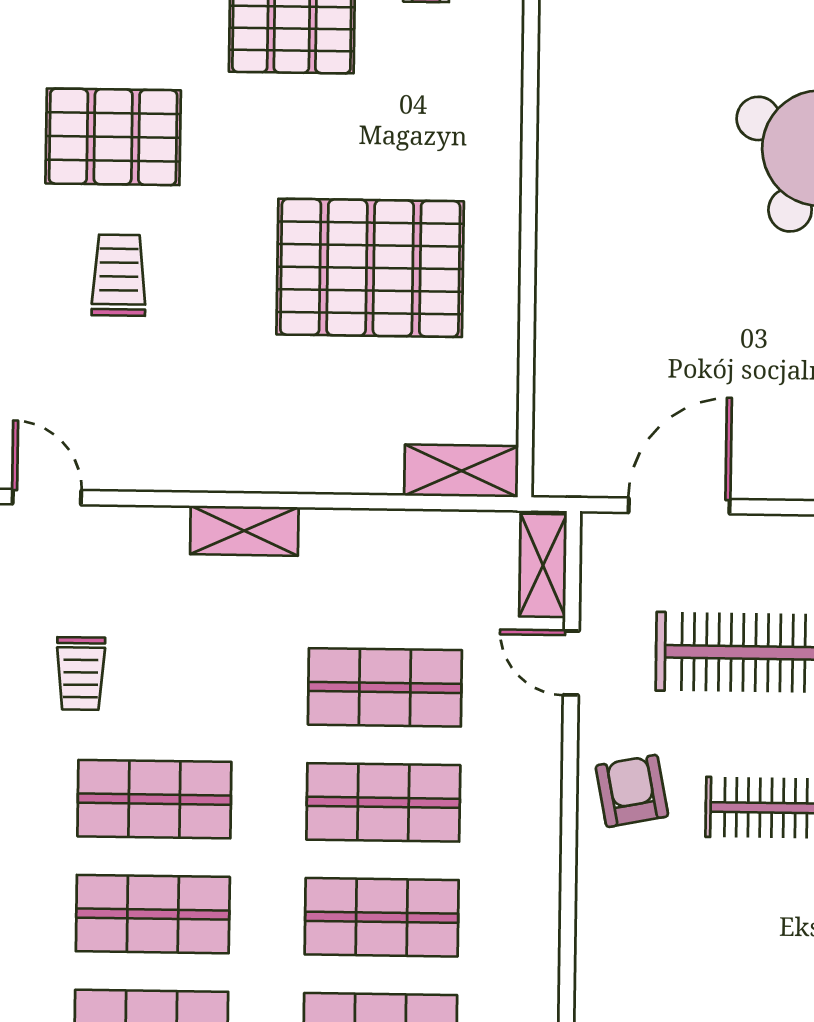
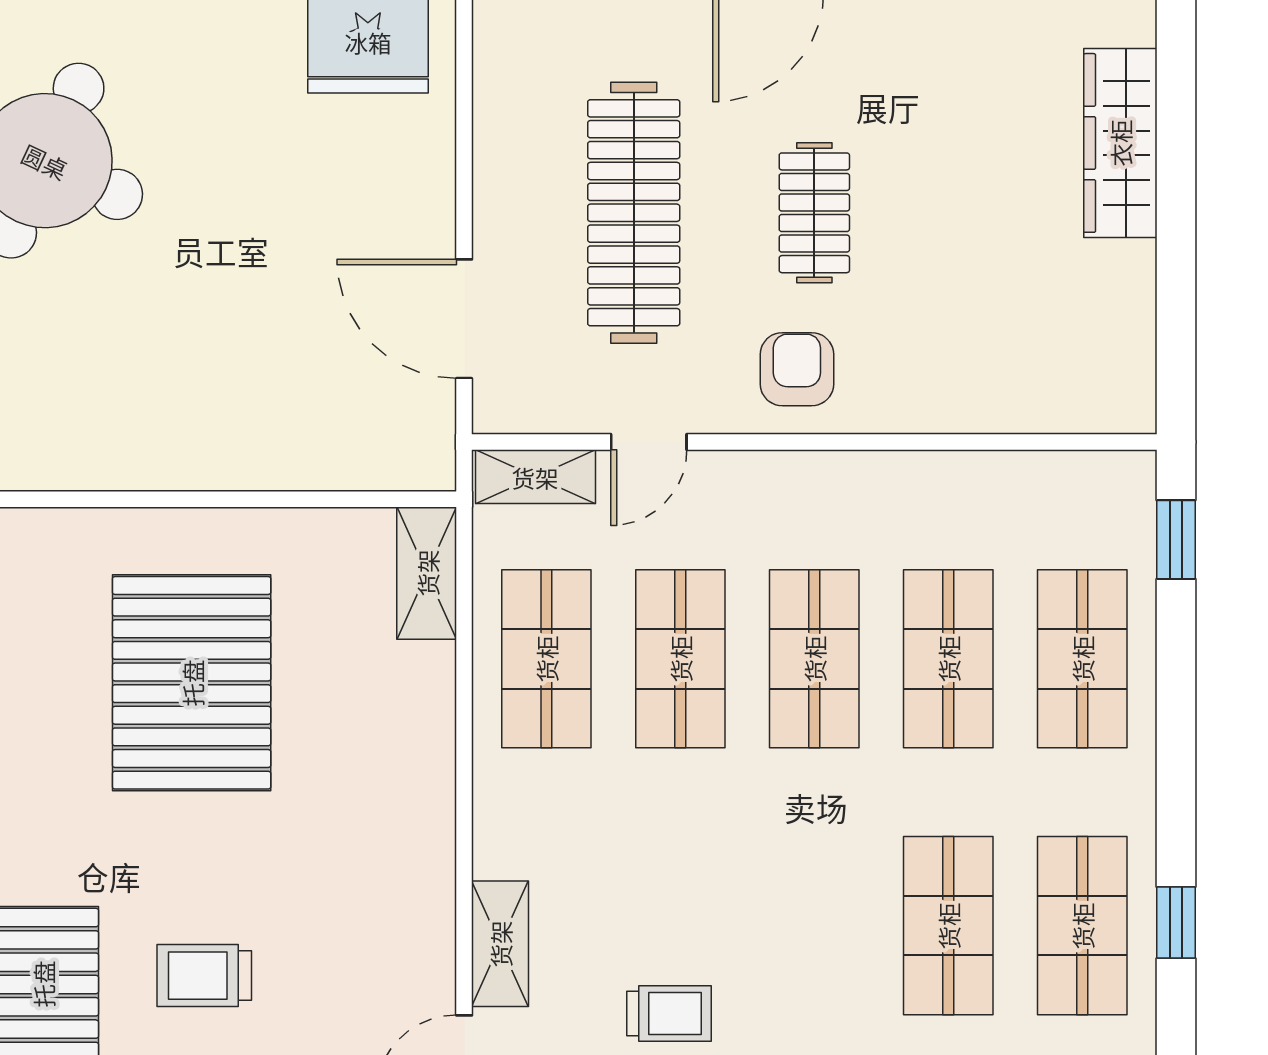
shelving: (244, 531) -> (500, 944), moved
armchair: (632, 791) -> (797, 369), turned 101
shop shelf: (154, 799) -> (546, 659), moved

